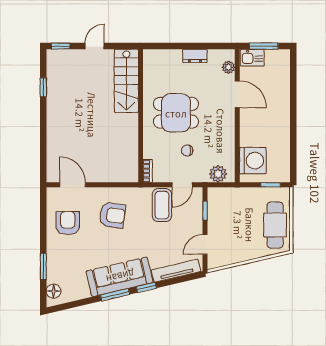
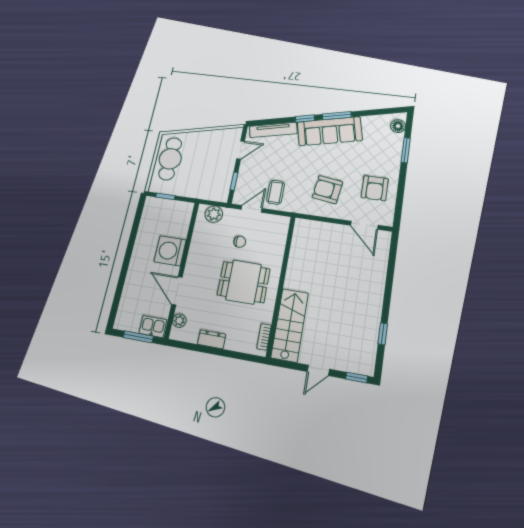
washing machine: (253, 161) -> (170, 251), moved
bookcase: (148, 171) -> (264, 337), moved
coffee table: (162, 205) -> (276, 192), width x0.73, depth x0.77

